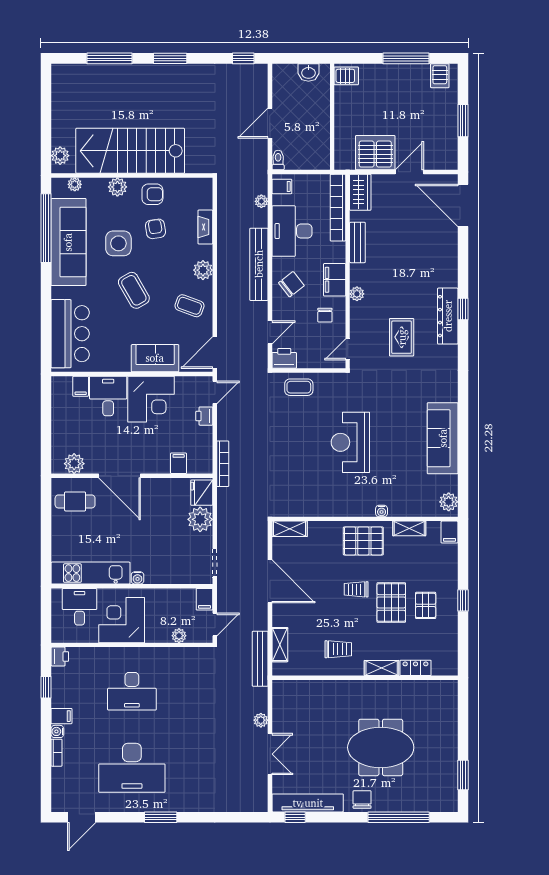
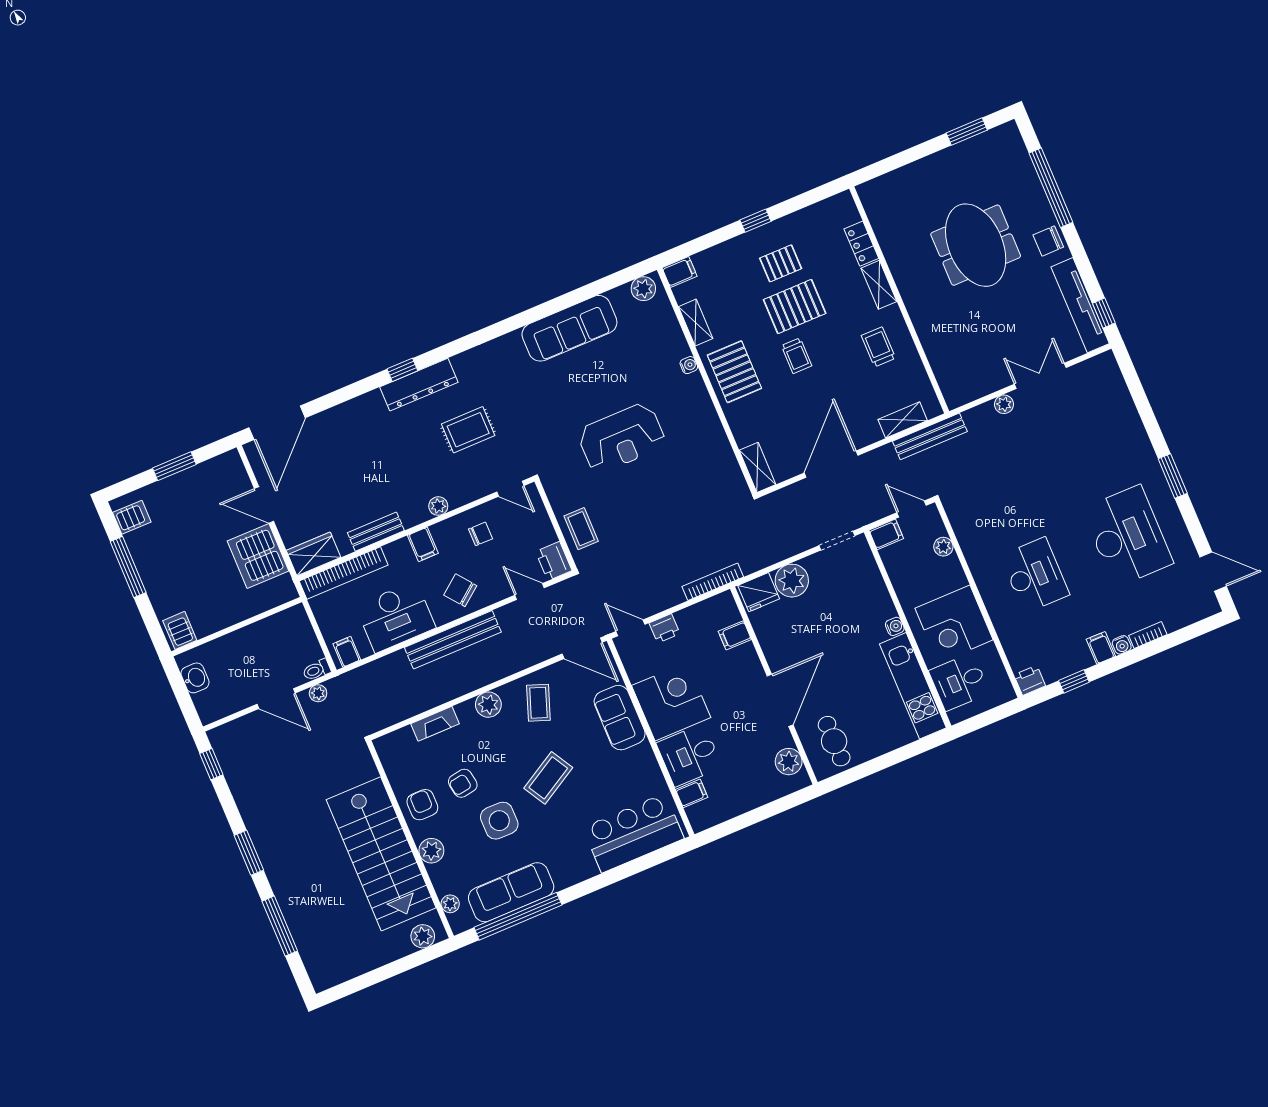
plant: (261, 201) -> (318, 693), moved
sofa: (68, 242) -> (511, 892), width x0.74, depth x0.79
filing cabinet: (335, 280) -> (423, 544), width x0.50

